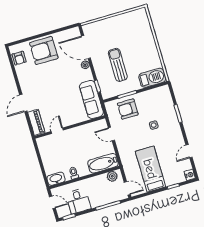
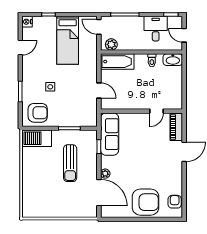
armchair: (128, 109) -> (38, 113), moved

